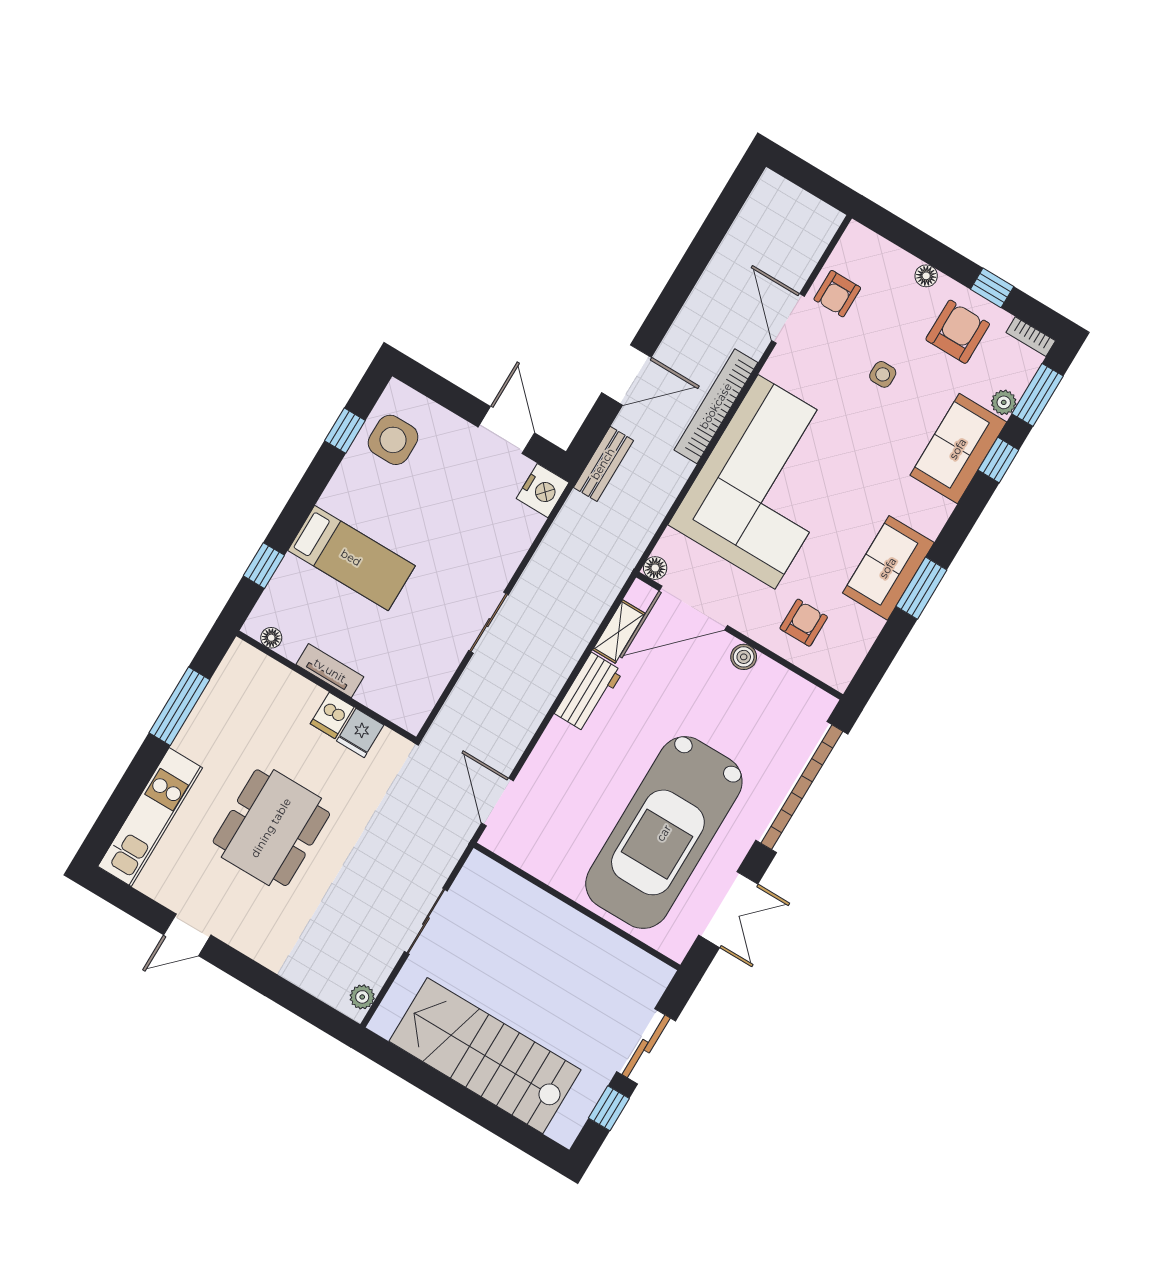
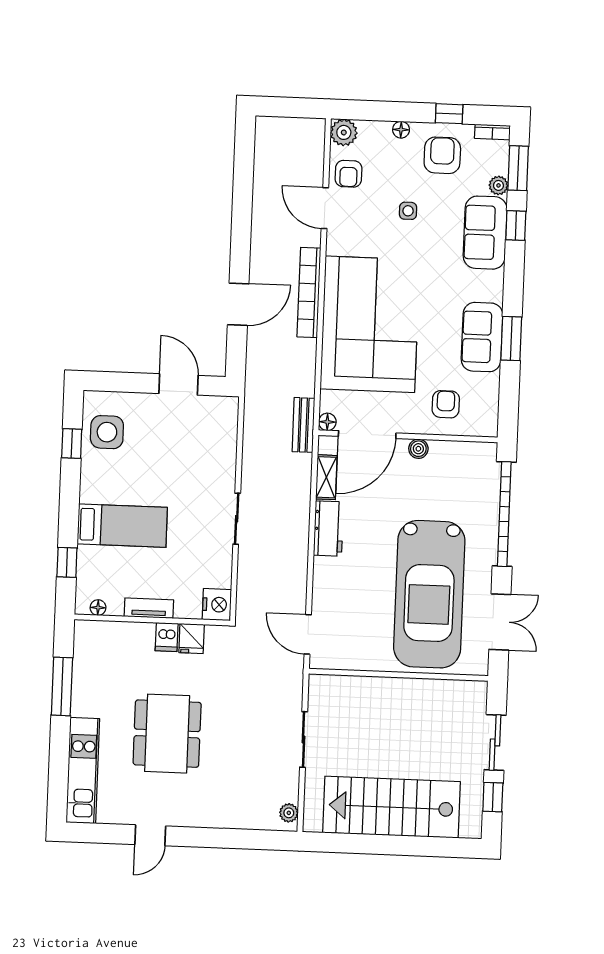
plant: (858, 243) -> (344, 132), added
bench: (603, 464) -> (303, 425), moved
nightstand: (543, 491) -> (217, 605), moved

